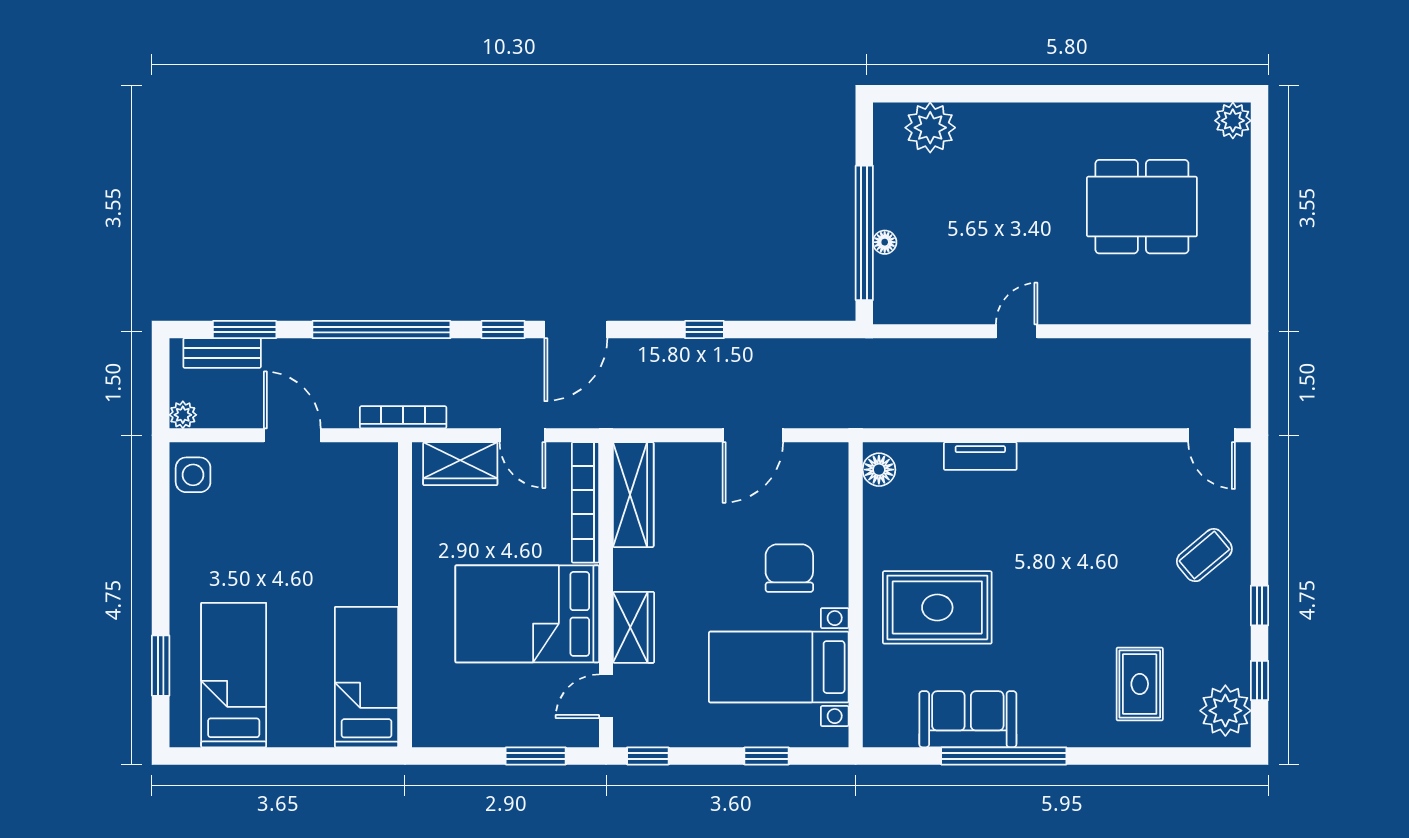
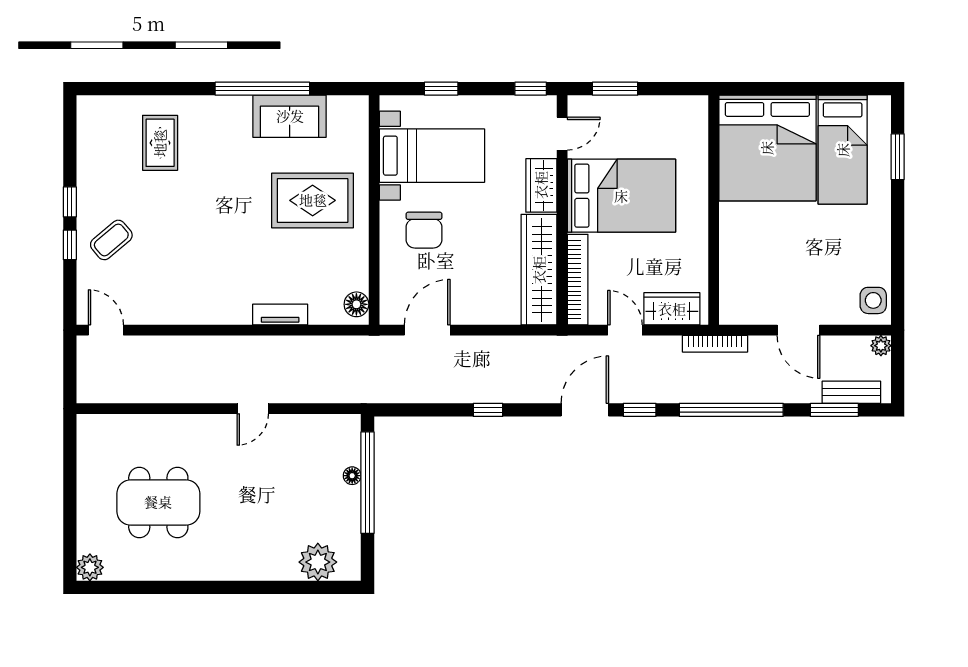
door: (753, 435) -> (427, 330), moved
wardrobe: (633, 495) -> (539, 270), width x1.40, depth x1.17
bed: (366, 677) -> (767, 148), width x2.04
window: (1259, 680) -> (70, 245), moved
plant: (1225, 711) -> (96, 123), removed

